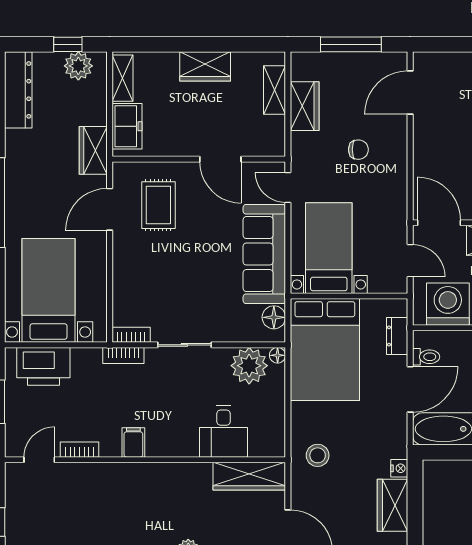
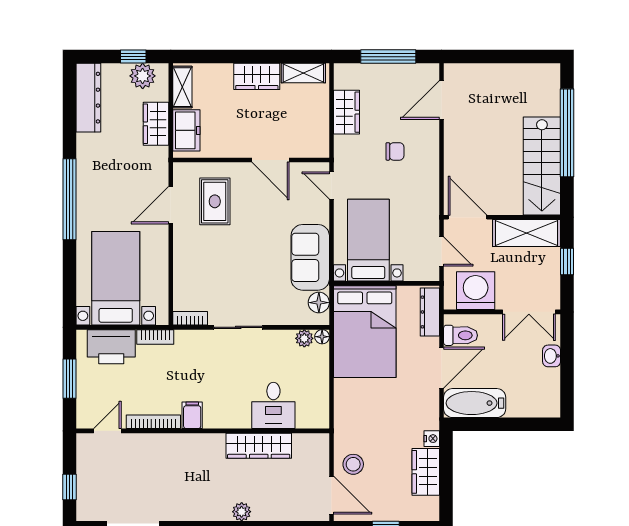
shelving: (275, 90) -> (303, 73), moved, turned 90
wardrobe: (93, 150) -> (156, 124), moved
sofa: (264, 254) -> (310, 257), width x0.73
dresser: (397, 336) -> (430, 312), width x1.44
bookcase: (123, 356) -> (155, 337), moved
toilet: (426, 357) -> (461, 335), width x1.37, depth x1.39
plant: (249, 366) -> (304, 338), width x0.53, depth x0.53
bookcase: (79, 450) -> (153, 422), width x1.56
stool: (318, 455) -> (353, 464), moved
wardrobe: (249, 476) -> (259, 446), moved

